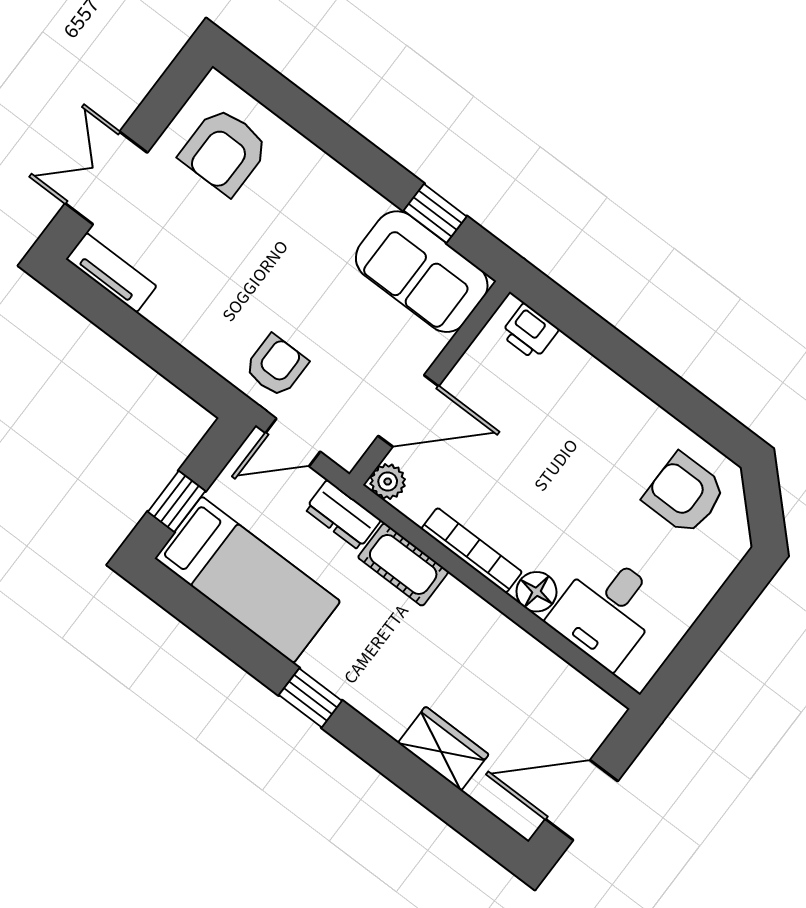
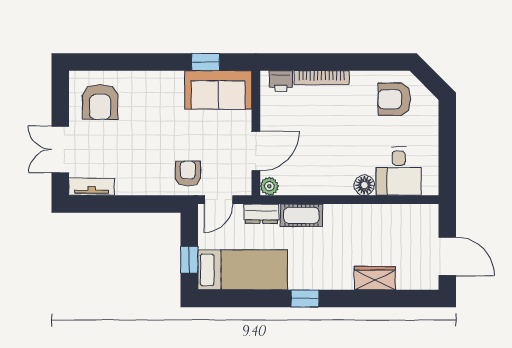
bookcase: (472, 550) -> (321, 78), moved, turned 180
door: (582, 800) -> (447, 256), swing flipped

